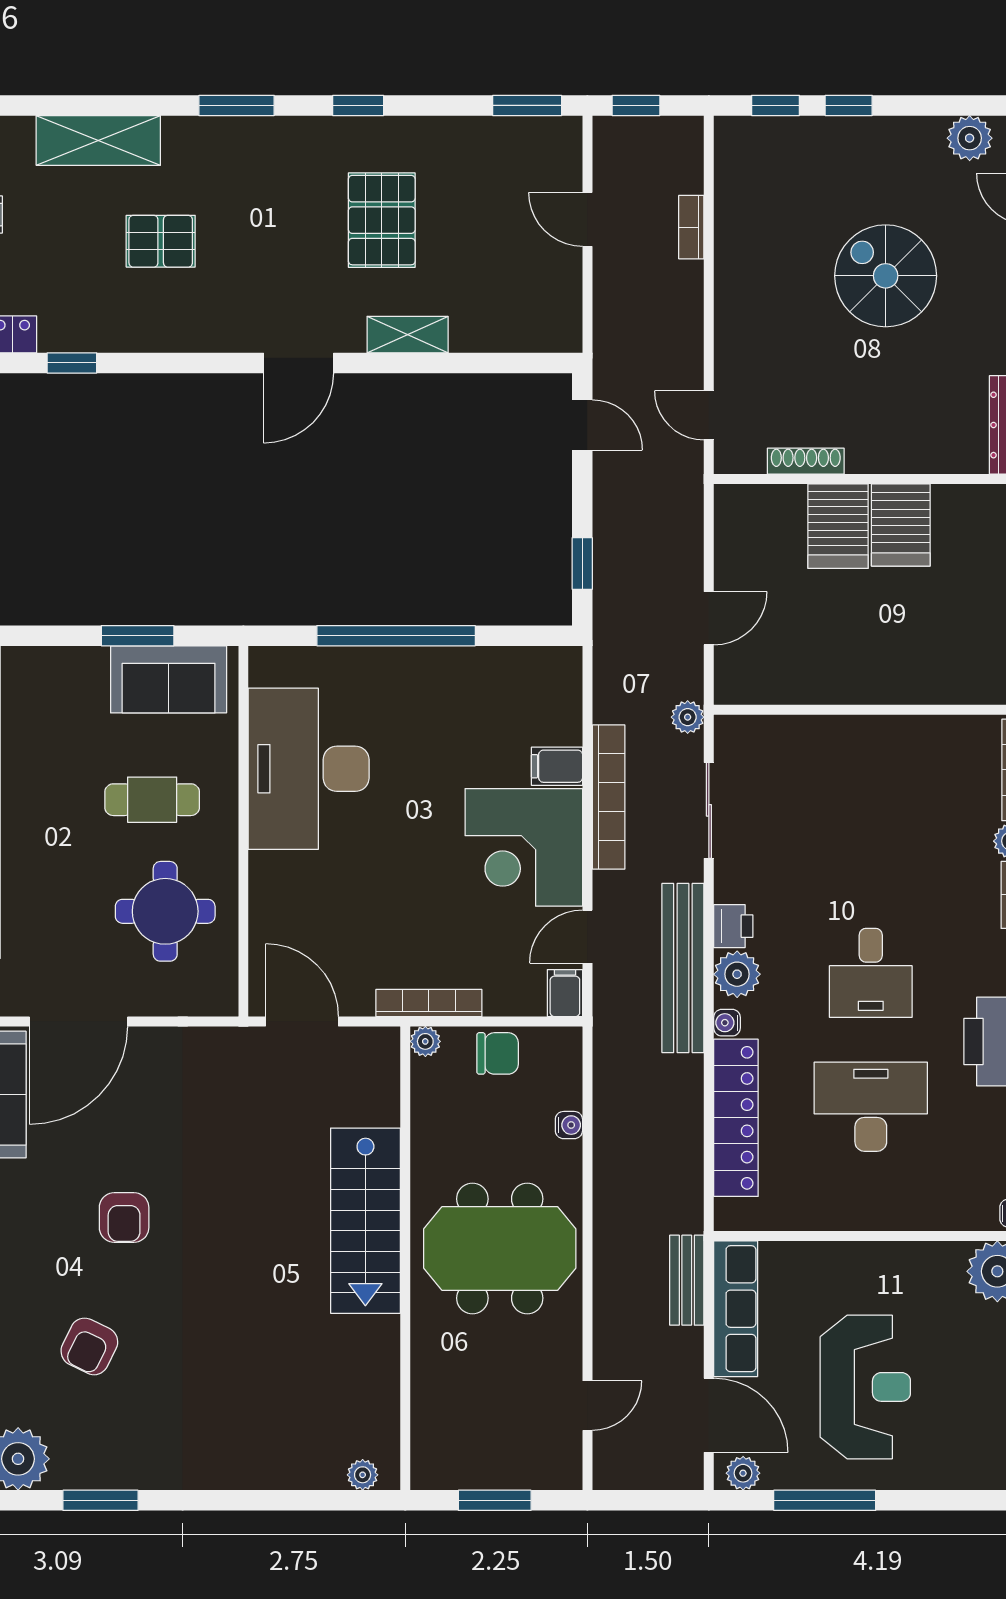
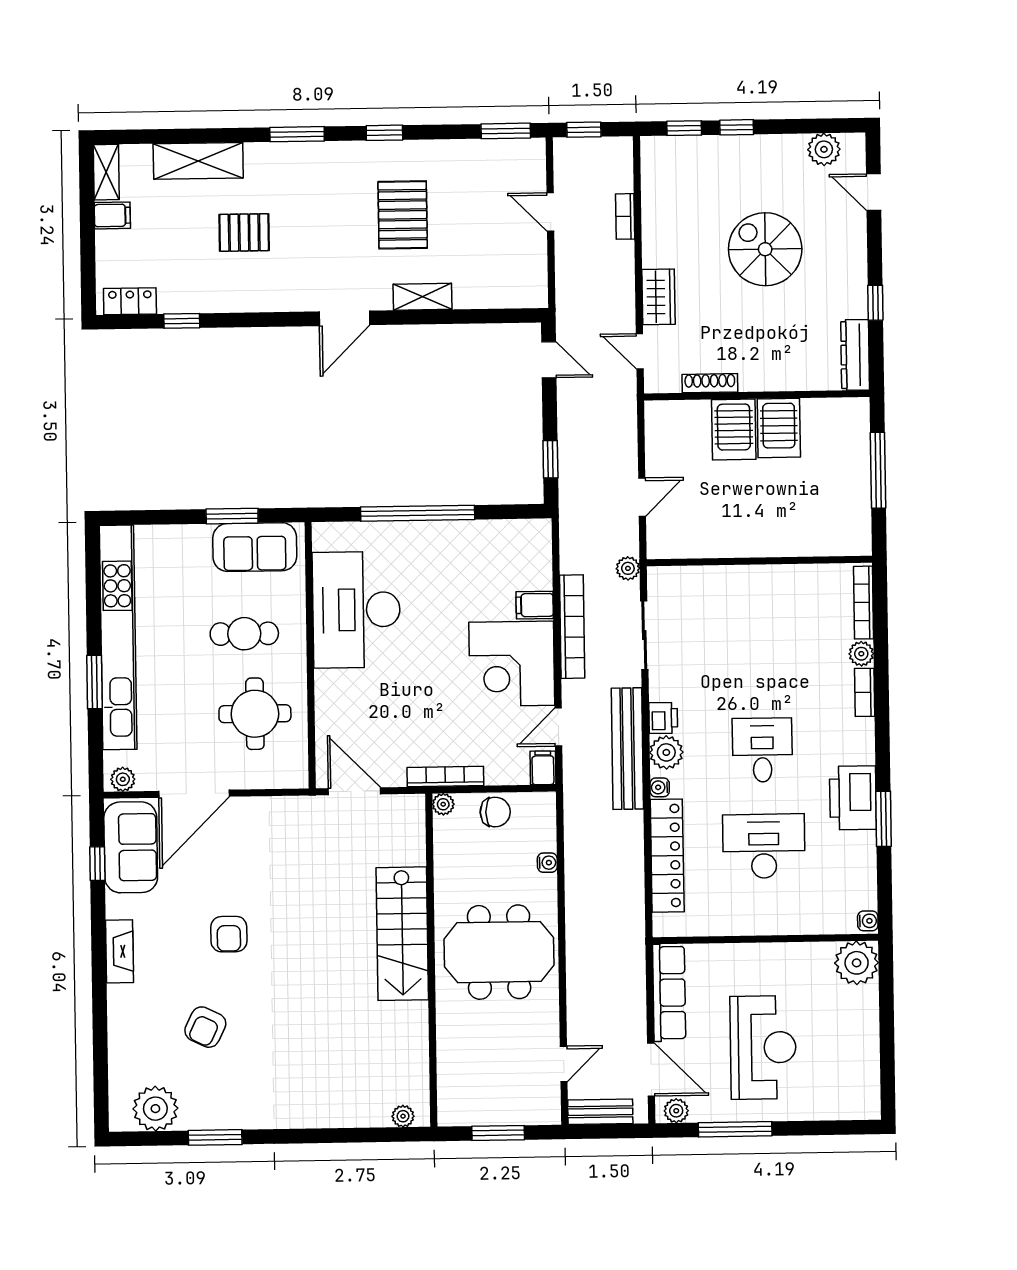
wardrobe: (736, 340) -> (659, 297), added
desk: (871, 973) -> (762, 750), turned 180
bench: (687, 1280) -> (600, 1112), moved, turned 90

